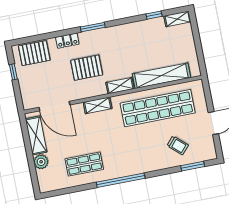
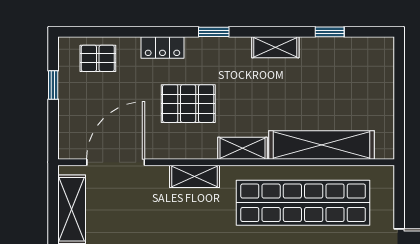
shelving: (177, 19) -> (275, 47), moved
window: (93, 27) -> (214, 32), width x0.67
pallet: (34, 53) -> (98, 58), width x0.67, depth x0.71
door: (54, 106) -> (116, 162), swing flipped

